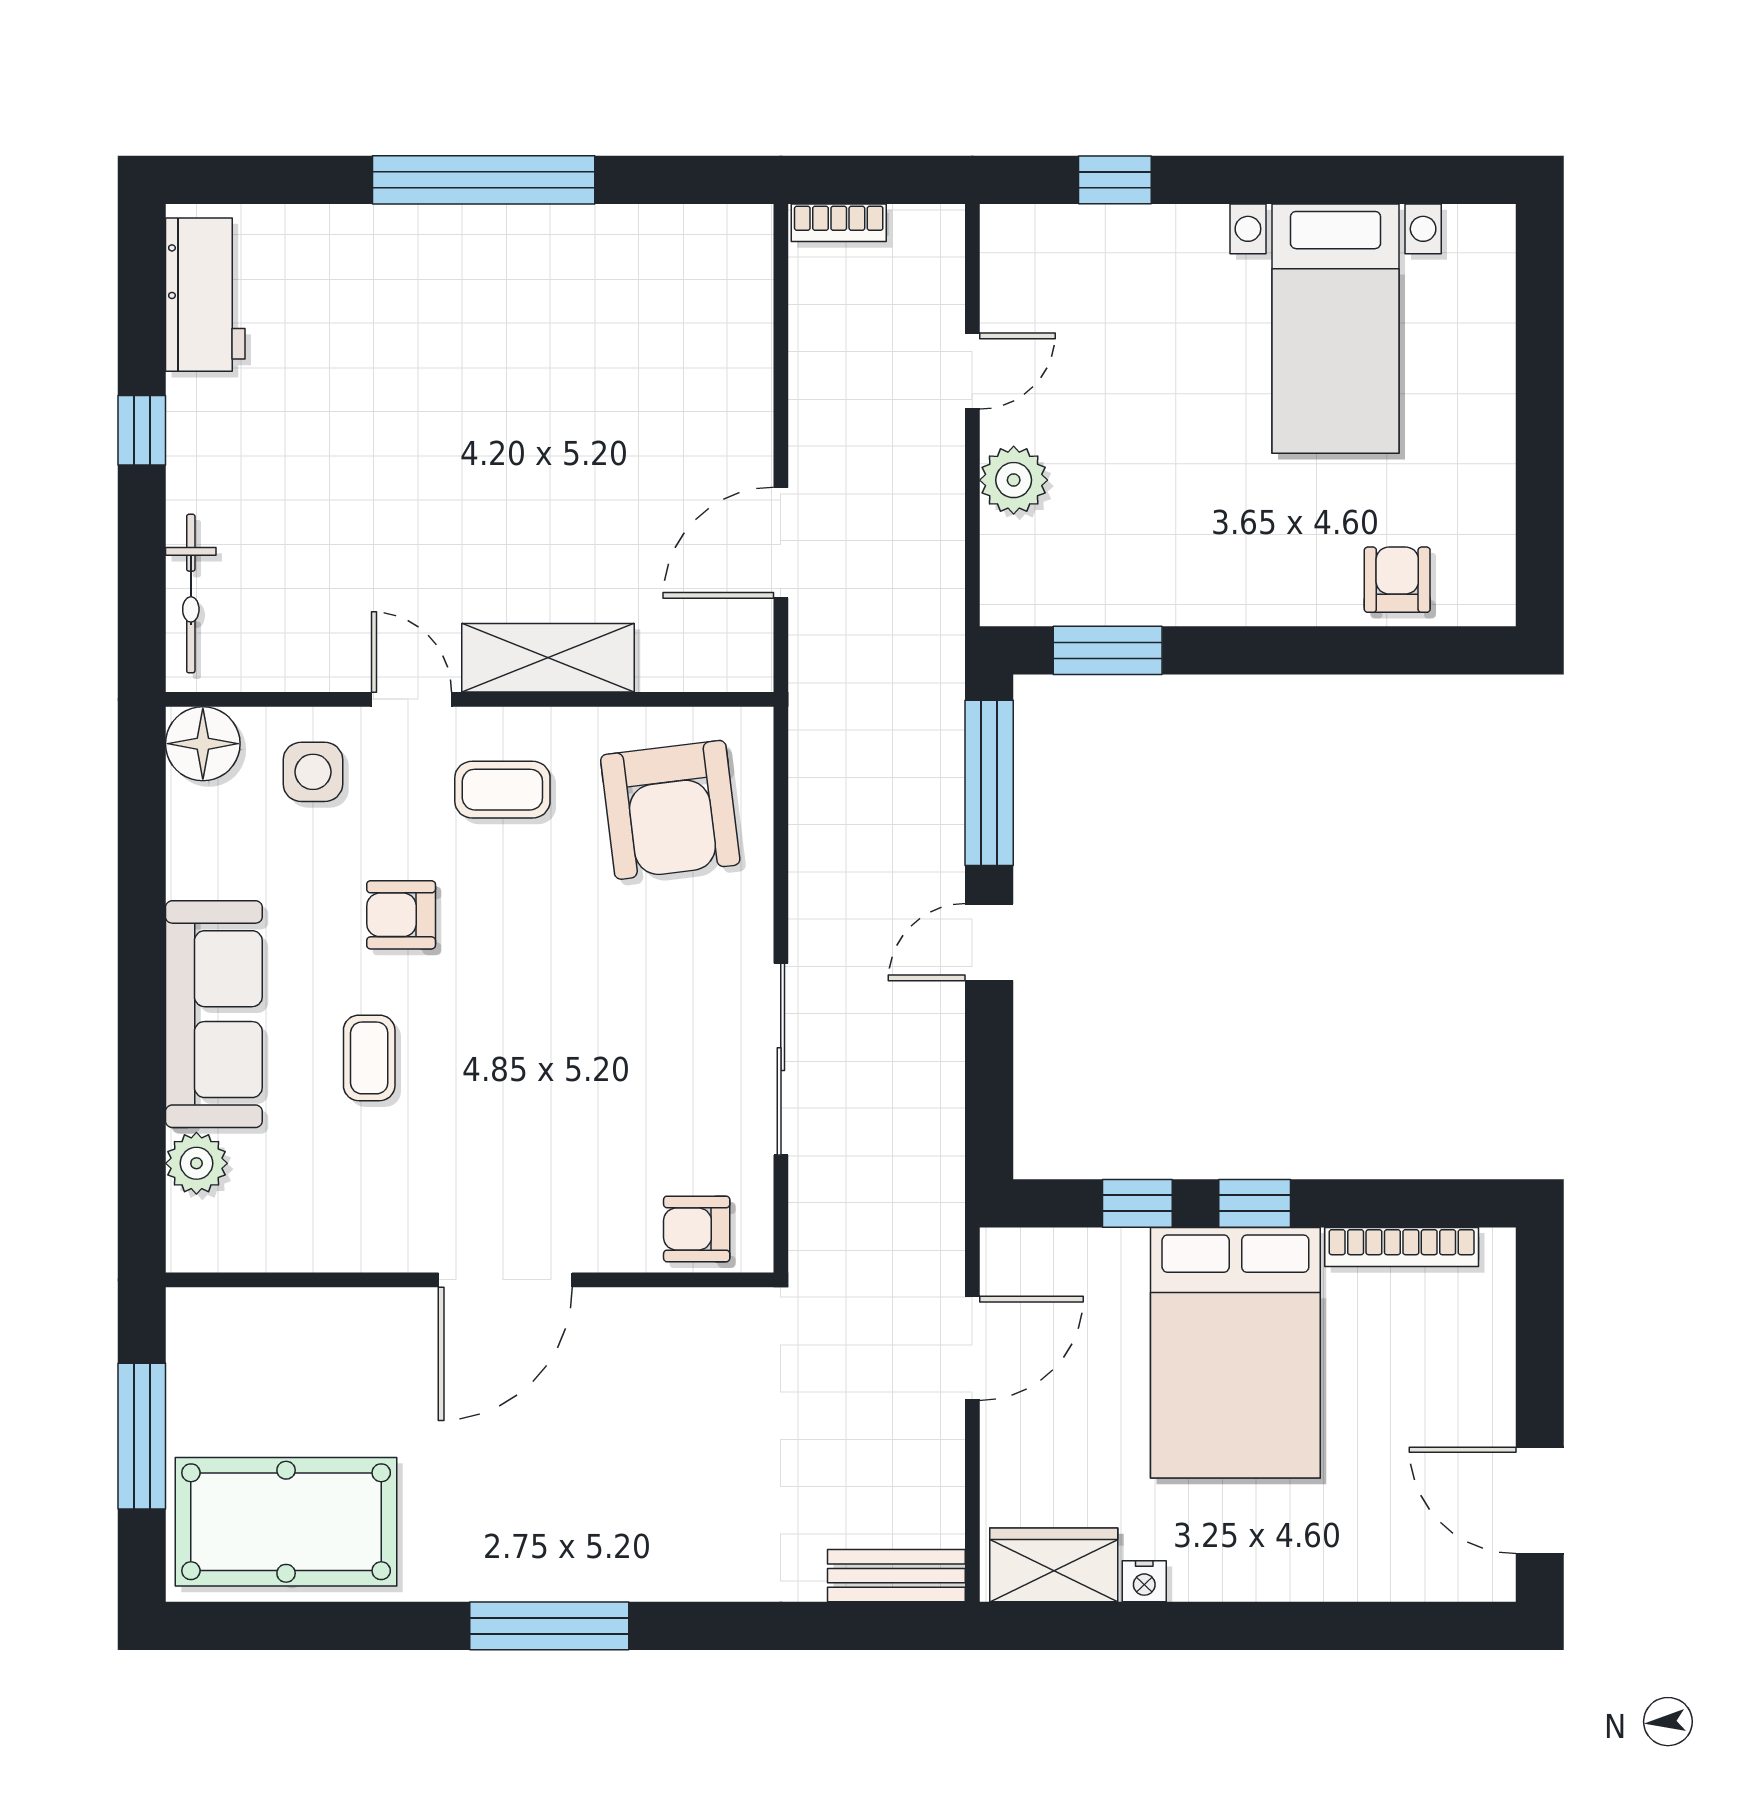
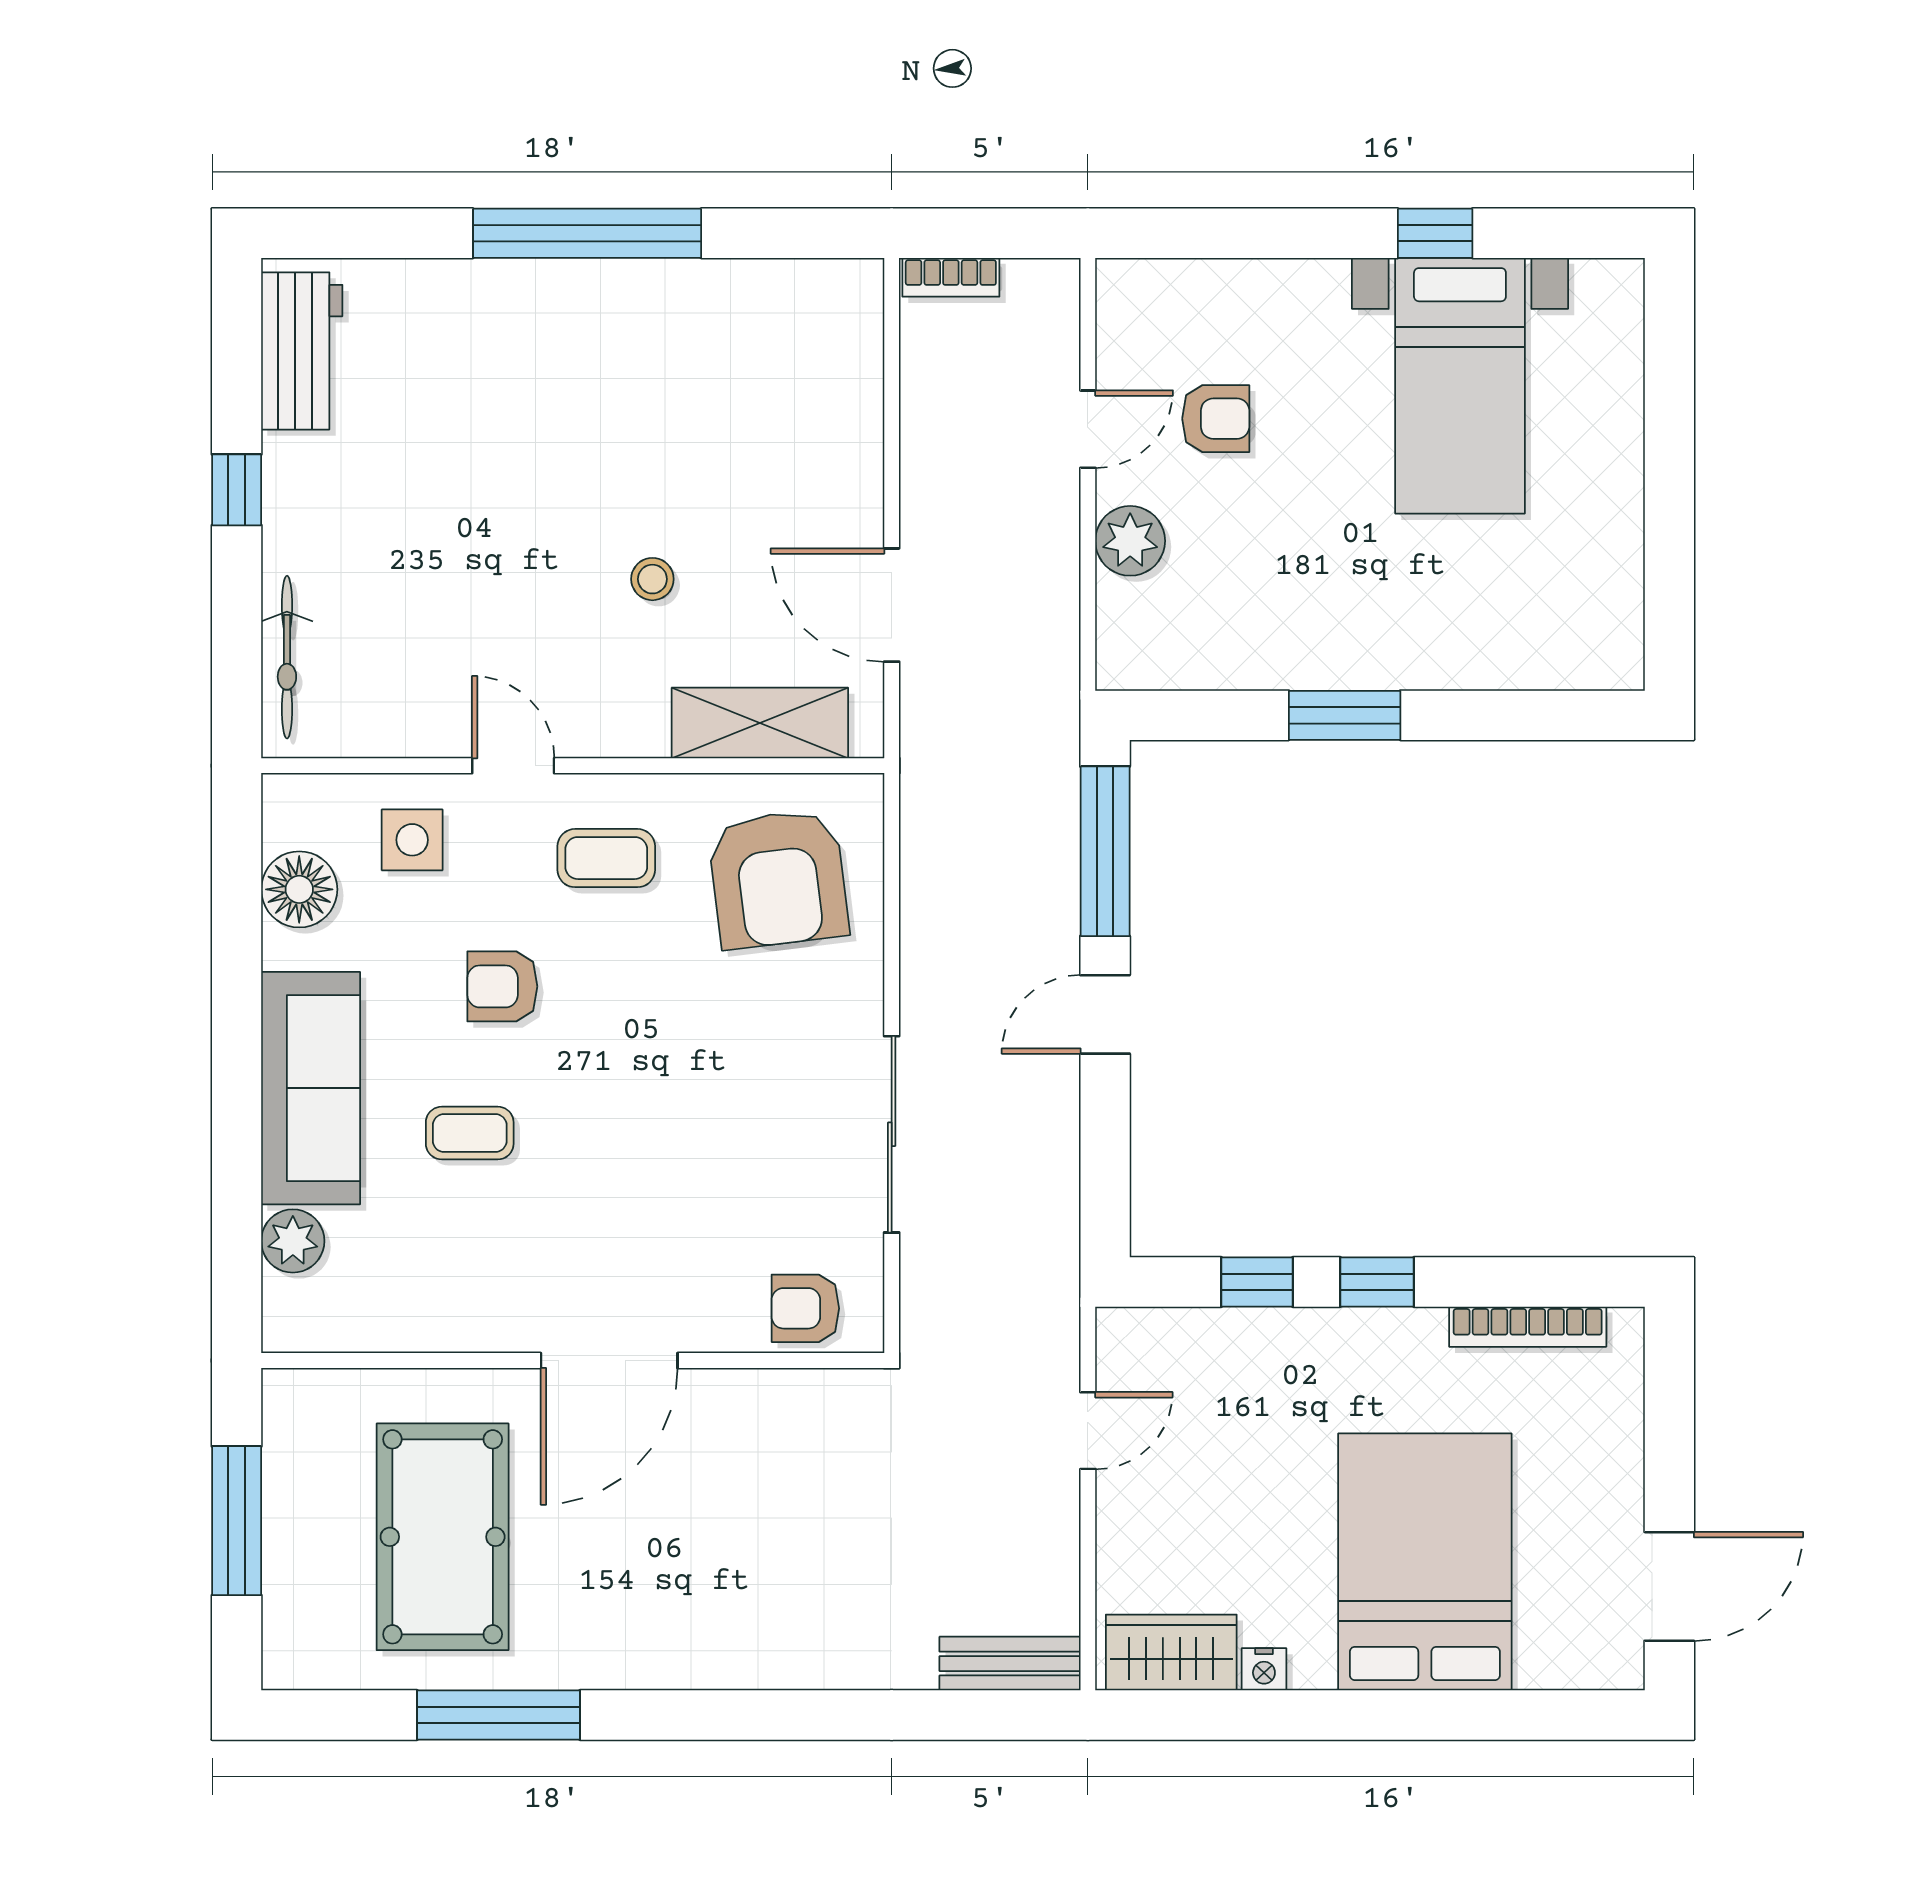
window: (1115, 180) -> (1435, 233), moved
stool: (547, 517) -> (652, 579), added
door: (781, 543) -> (892, 605), hinge flipped
armchair: (1397, 580) -> (1216, 419), moved, turned 90
window: (1108, 650) -> (1345, 715), moved
shelving: (548, 658) -> (760, 723), moved
floor lamp: (203, 744) -> (299, 889), moved
coffee table: (369, 1058) -> (470, 1133), turned 90
door: (972, 1348) -> (1088, 1431), width x0.73
bed: (1235, 1353) -> (1425, 1562), moved, turned 180
door: (1540, 1500) -> (1669, 1586), swing flipped
pool table: (286, 1522) -> (443, 1537), moved, turned 90
window: (549, 1626) -> (498, 1715), moved

